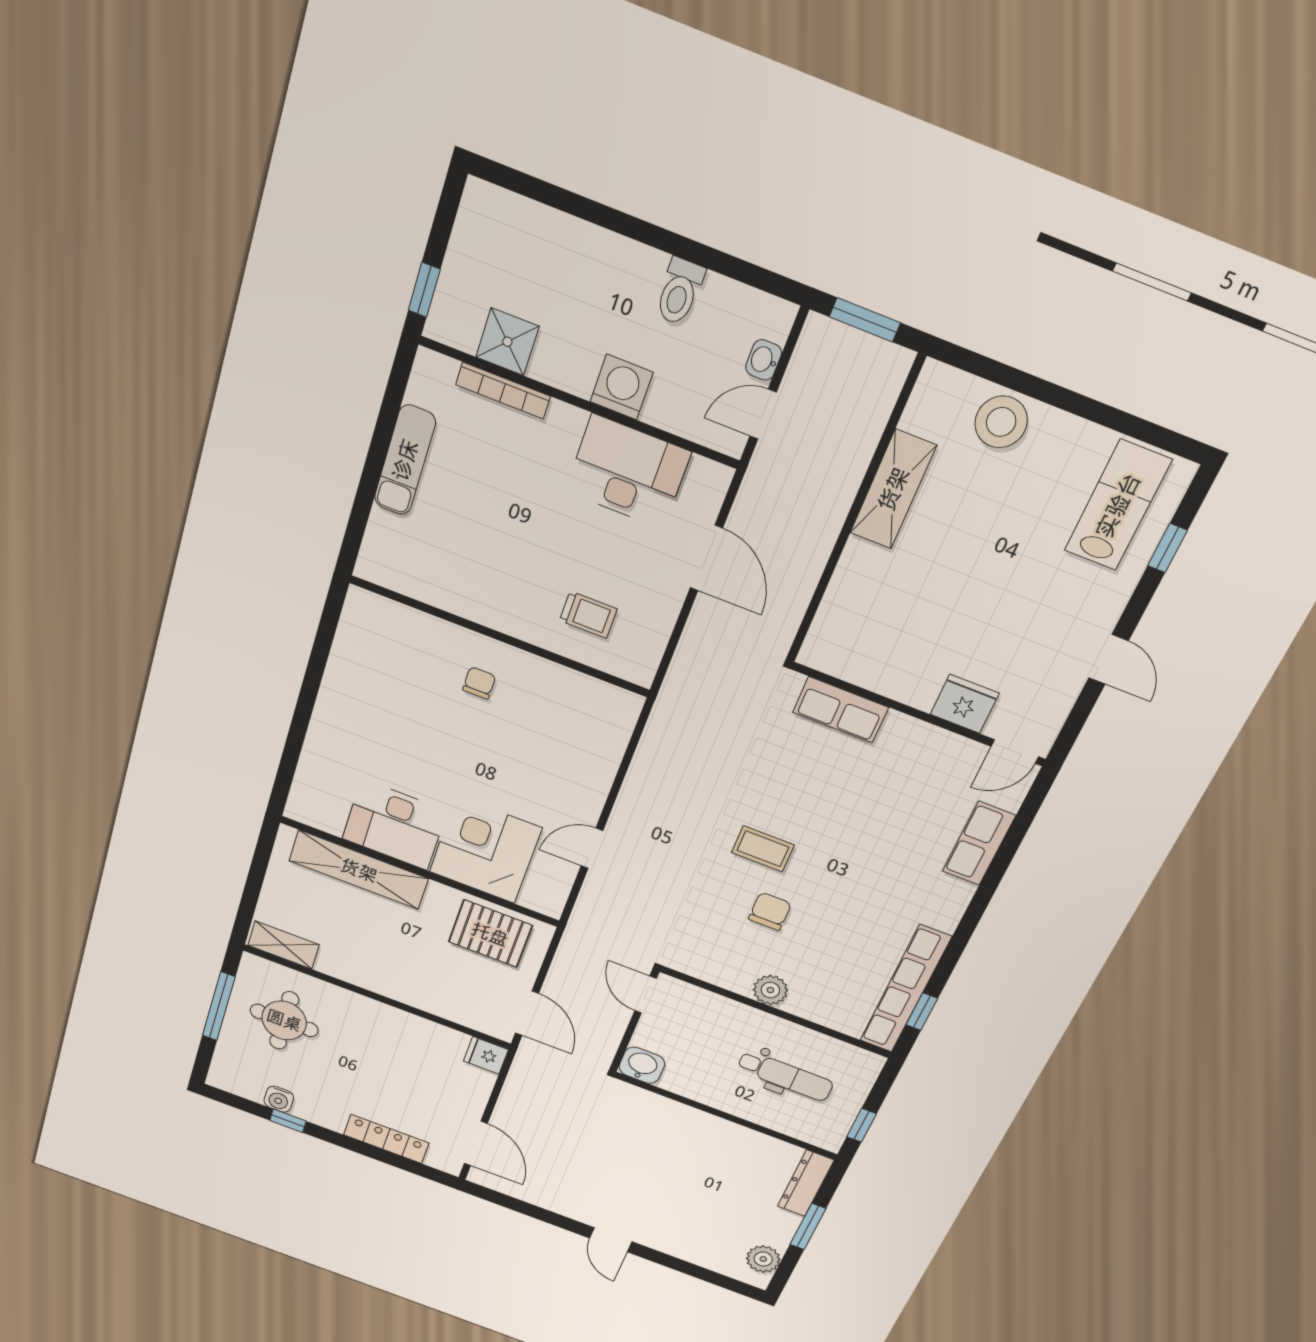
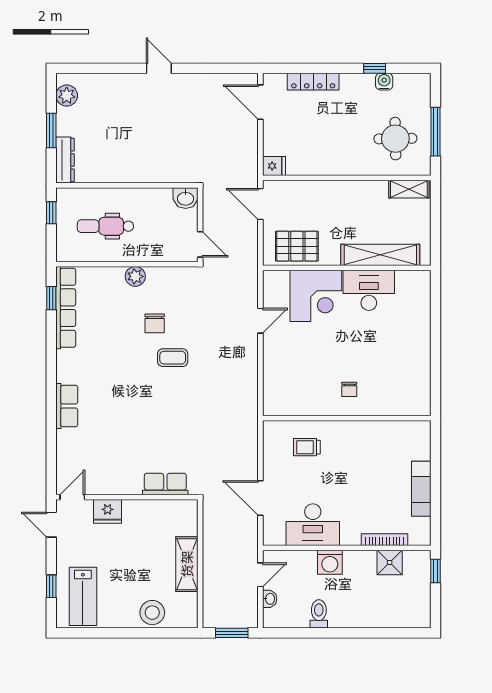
fridge: (965, 704) -> (108, 511), moved
row of seats: (841, 710) -> (165, 484), moved
wall: (919, 714) -> (127, 497), moved
door: (1015, 752) -> (72, 497), moved

